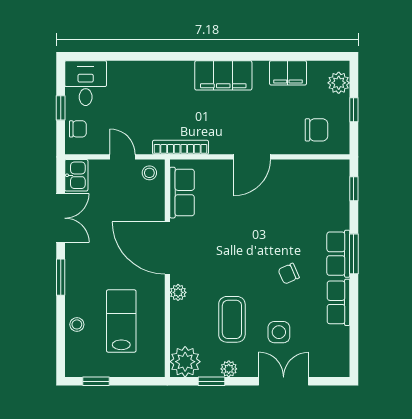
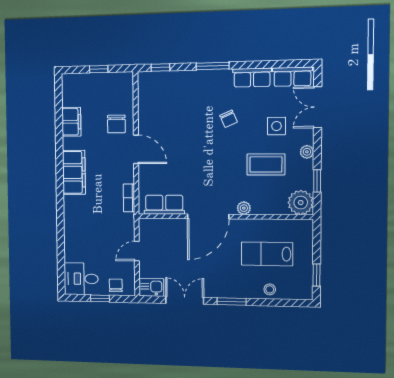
plant: (339, 83) -> (78, 82), removed
chair: (316, 130) -> (116, 124), moved, turned 180
bookcase: (180, 147) -> (129, 198), width x0.64
stool: (149, 173) -> (149, 230), removed
row of seats: (338, 254) -> (292, 77), moved
plant: (229, 369) -> (307, 152), moved
double door: (284, 381) -> (318, 107), moved

